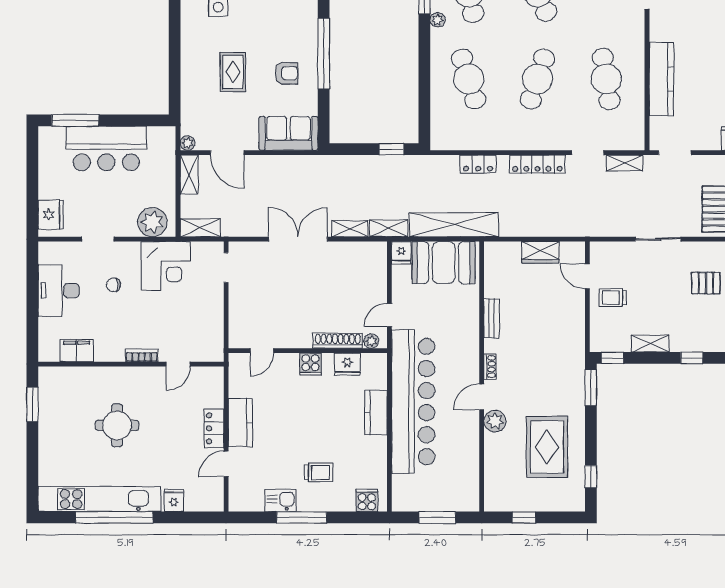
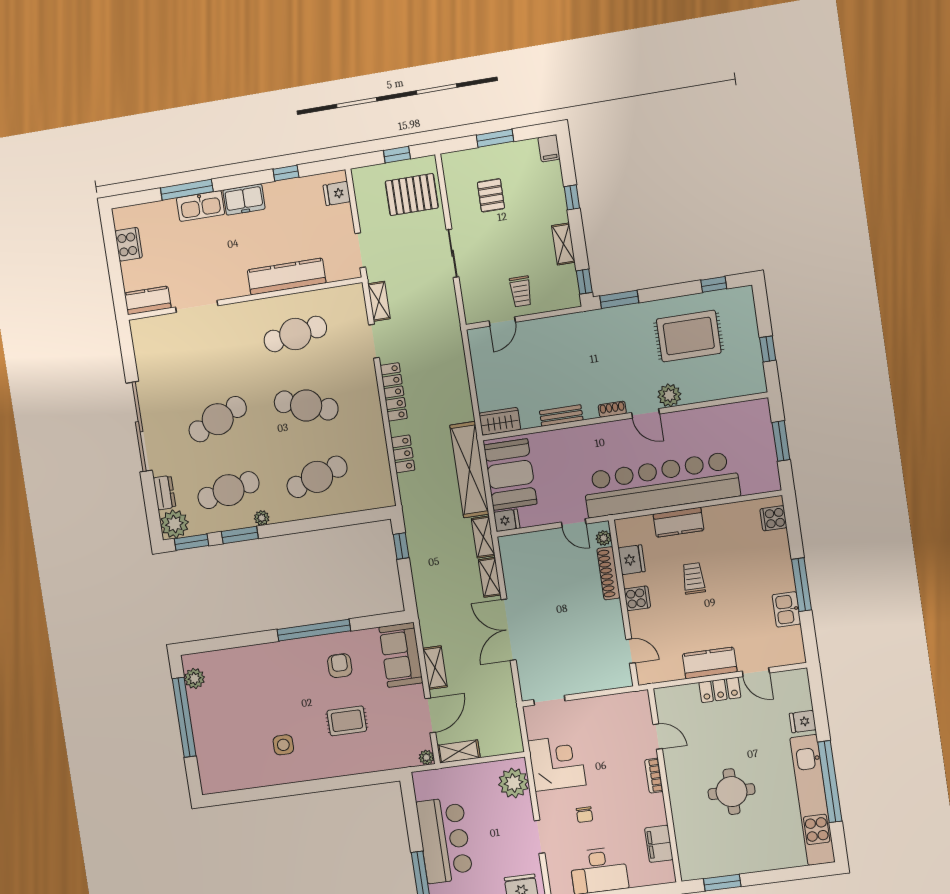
shelving: (200, 228) -> (435, 668), moved
wardrobe: (540, 252) -> (500, 421), moved, turned -90
trolley: (319, 472) -> (693, 578), moved

